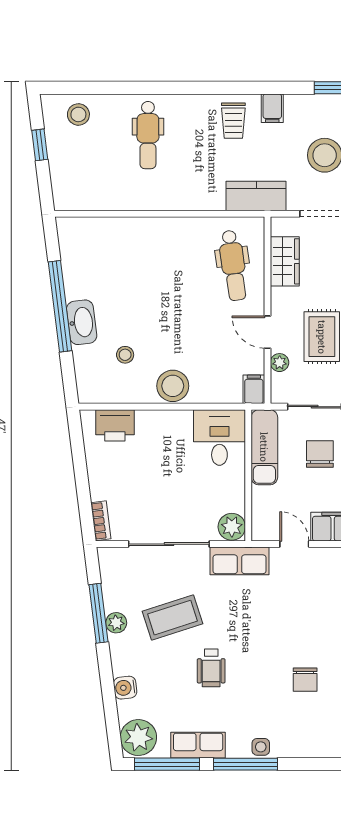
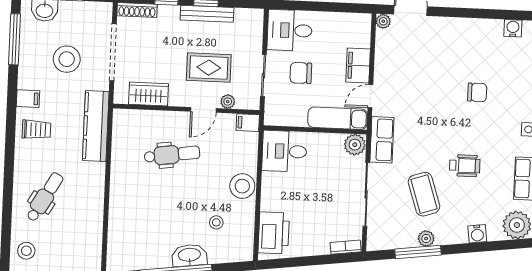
dental chair: (148, 135) -> (45, 197), turned -60
kitchen counter: (256, 196) -> (96, 126), width x1.50
dental chair: (233, 265) -> (172, 155), moved
printer: (115, 425) -> (274, 233), width x1.37, depth x1.19
exam couch: (264, 447) -> (338, 118), moved

